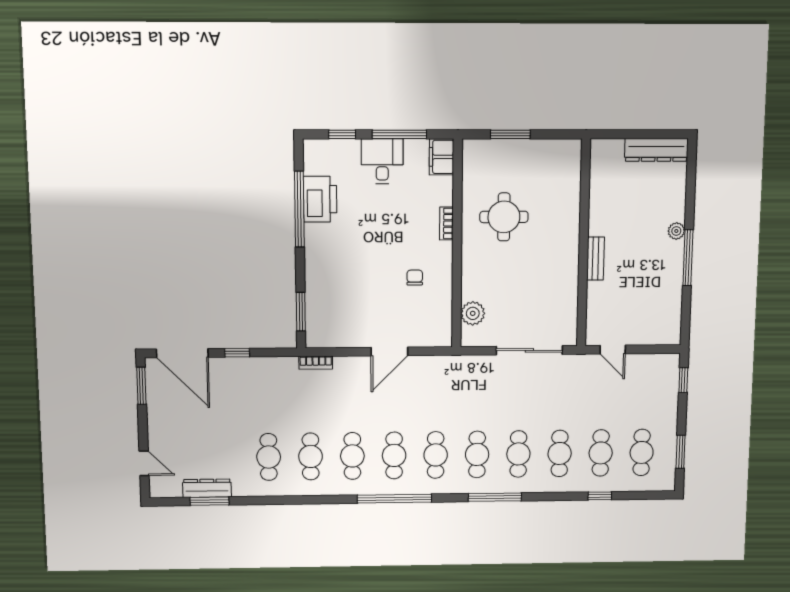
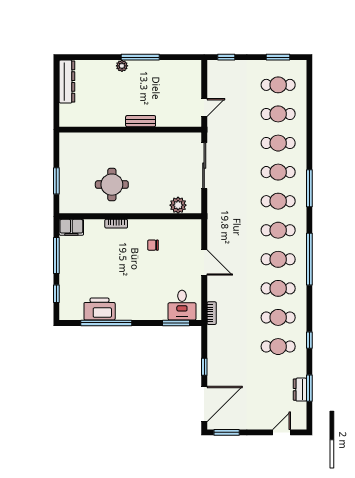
desk: (382, 161) -> (182, 305), moved, turned -90
dresser: (207, 488) -> (300, 390), width x0.70
window: (600, 496) -> (309, 340), moved

